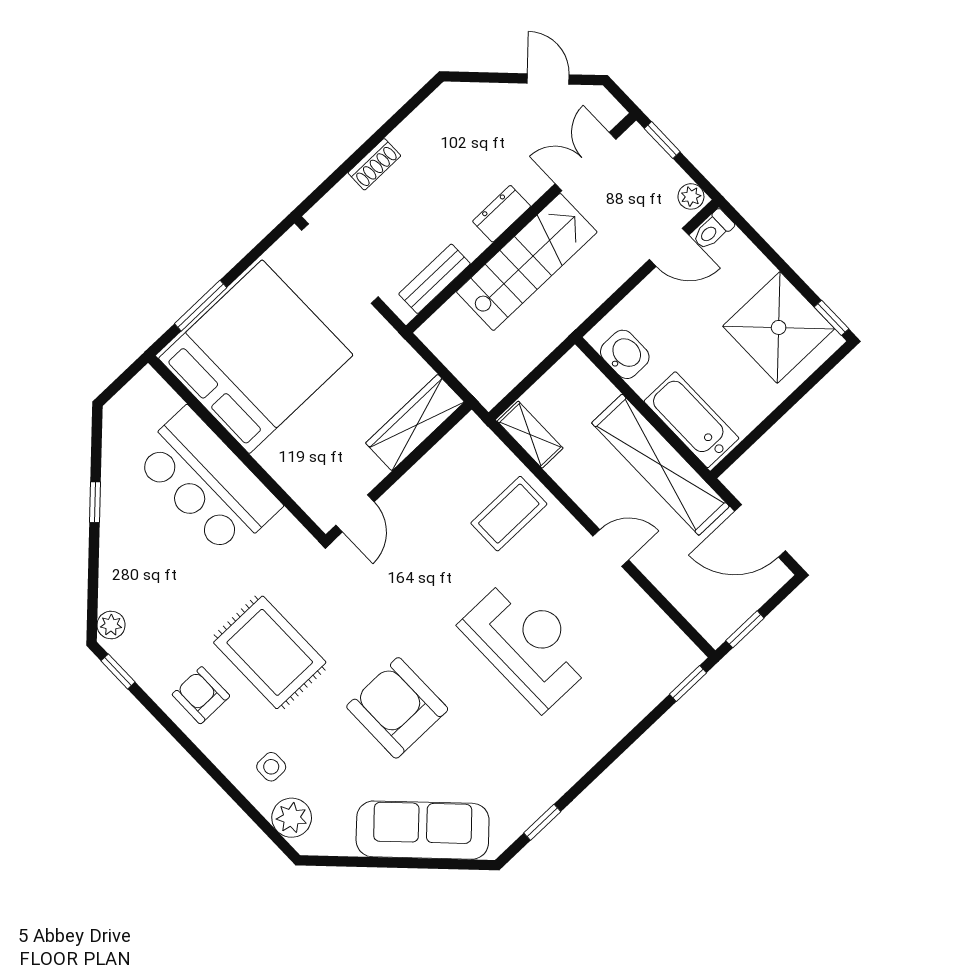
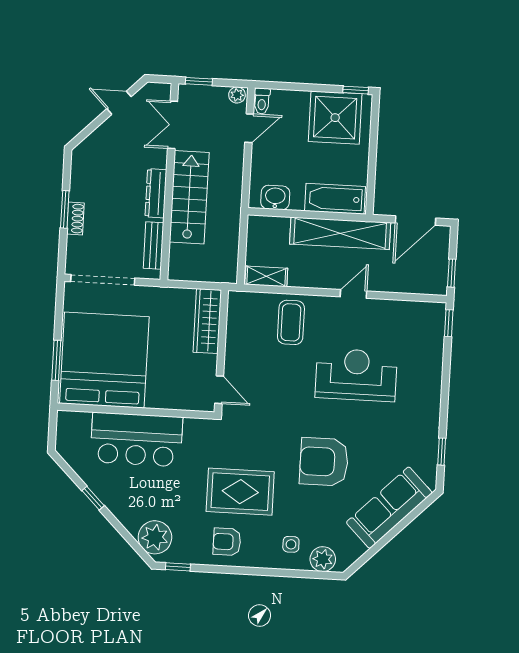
window: (372, 142) -> (65, 209), added
dresser: (502, 214) -> (156, 193), width x1.44
plant: (111, 625) -> (155, 537), width x1.87, depth x1.87

